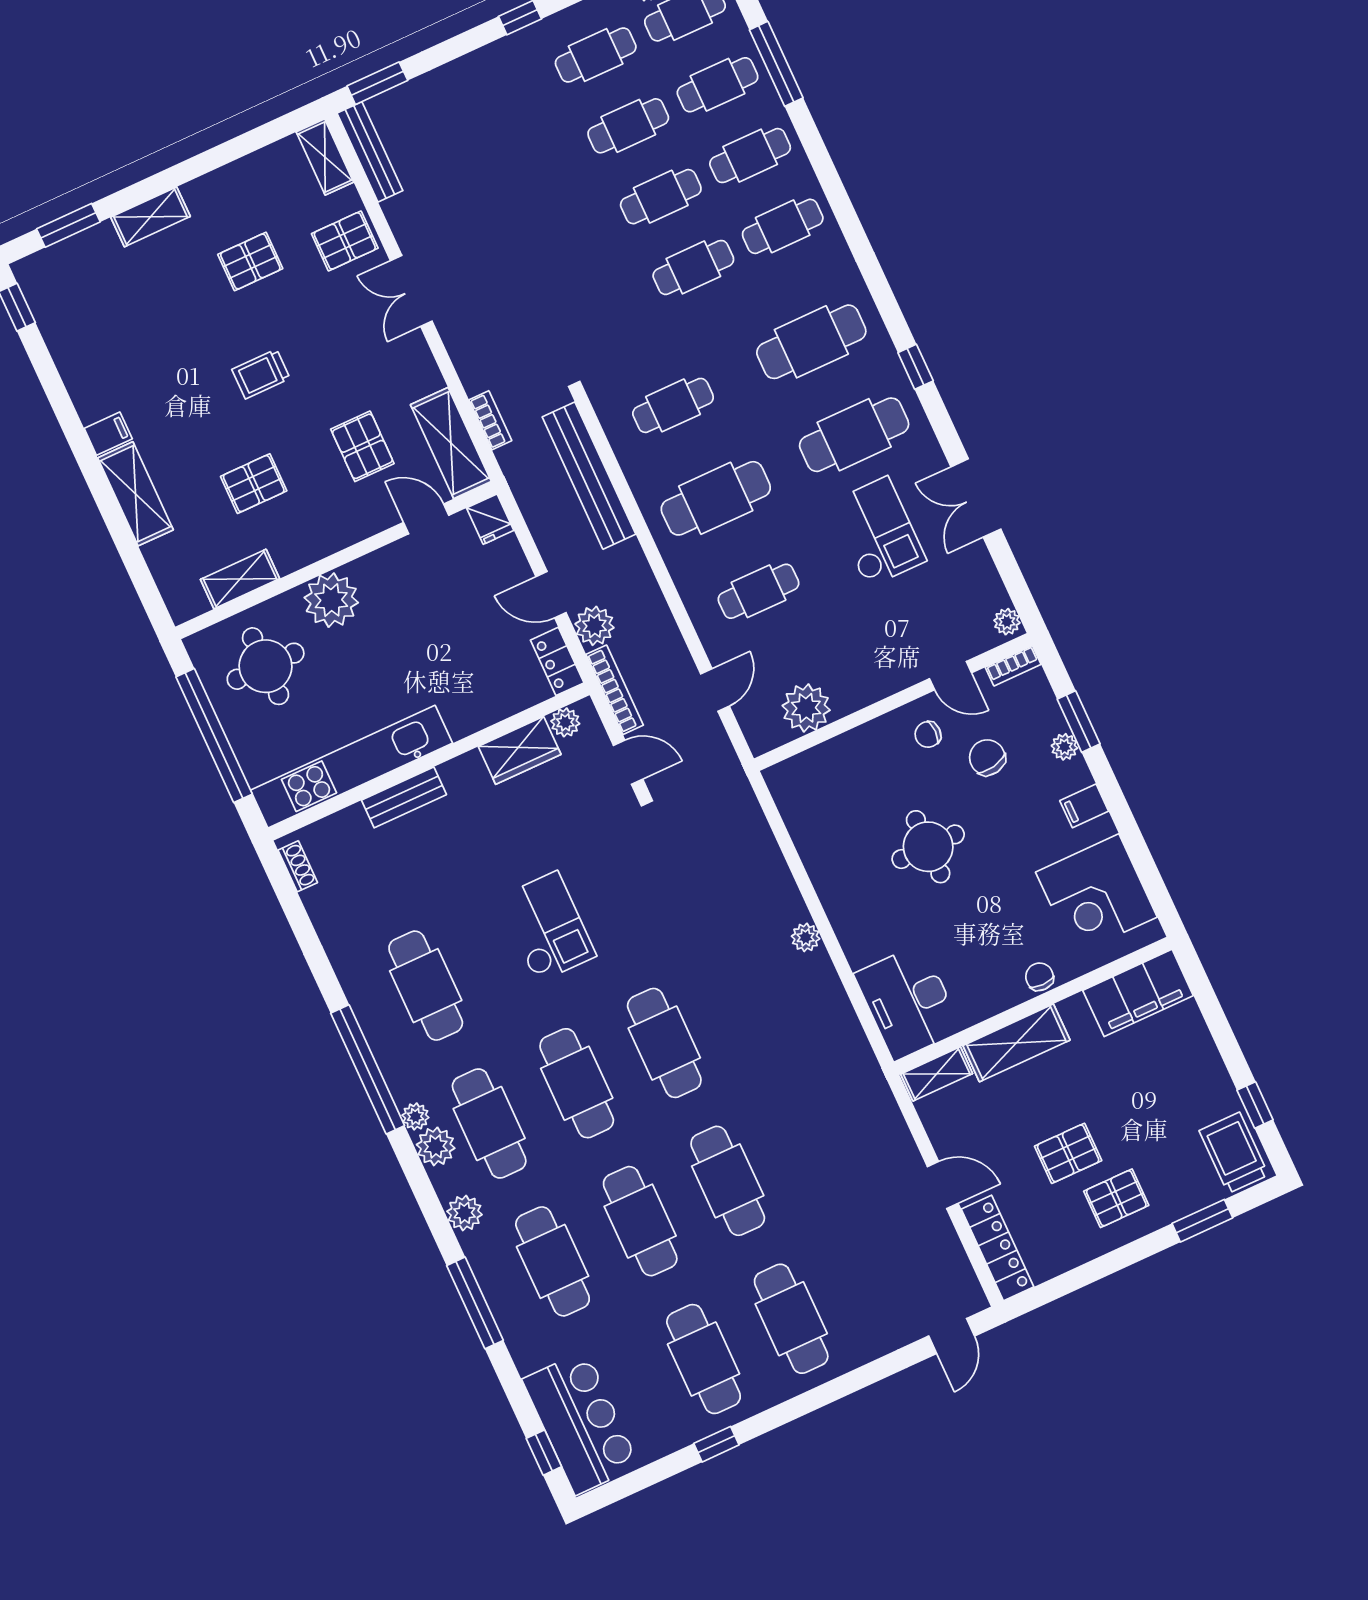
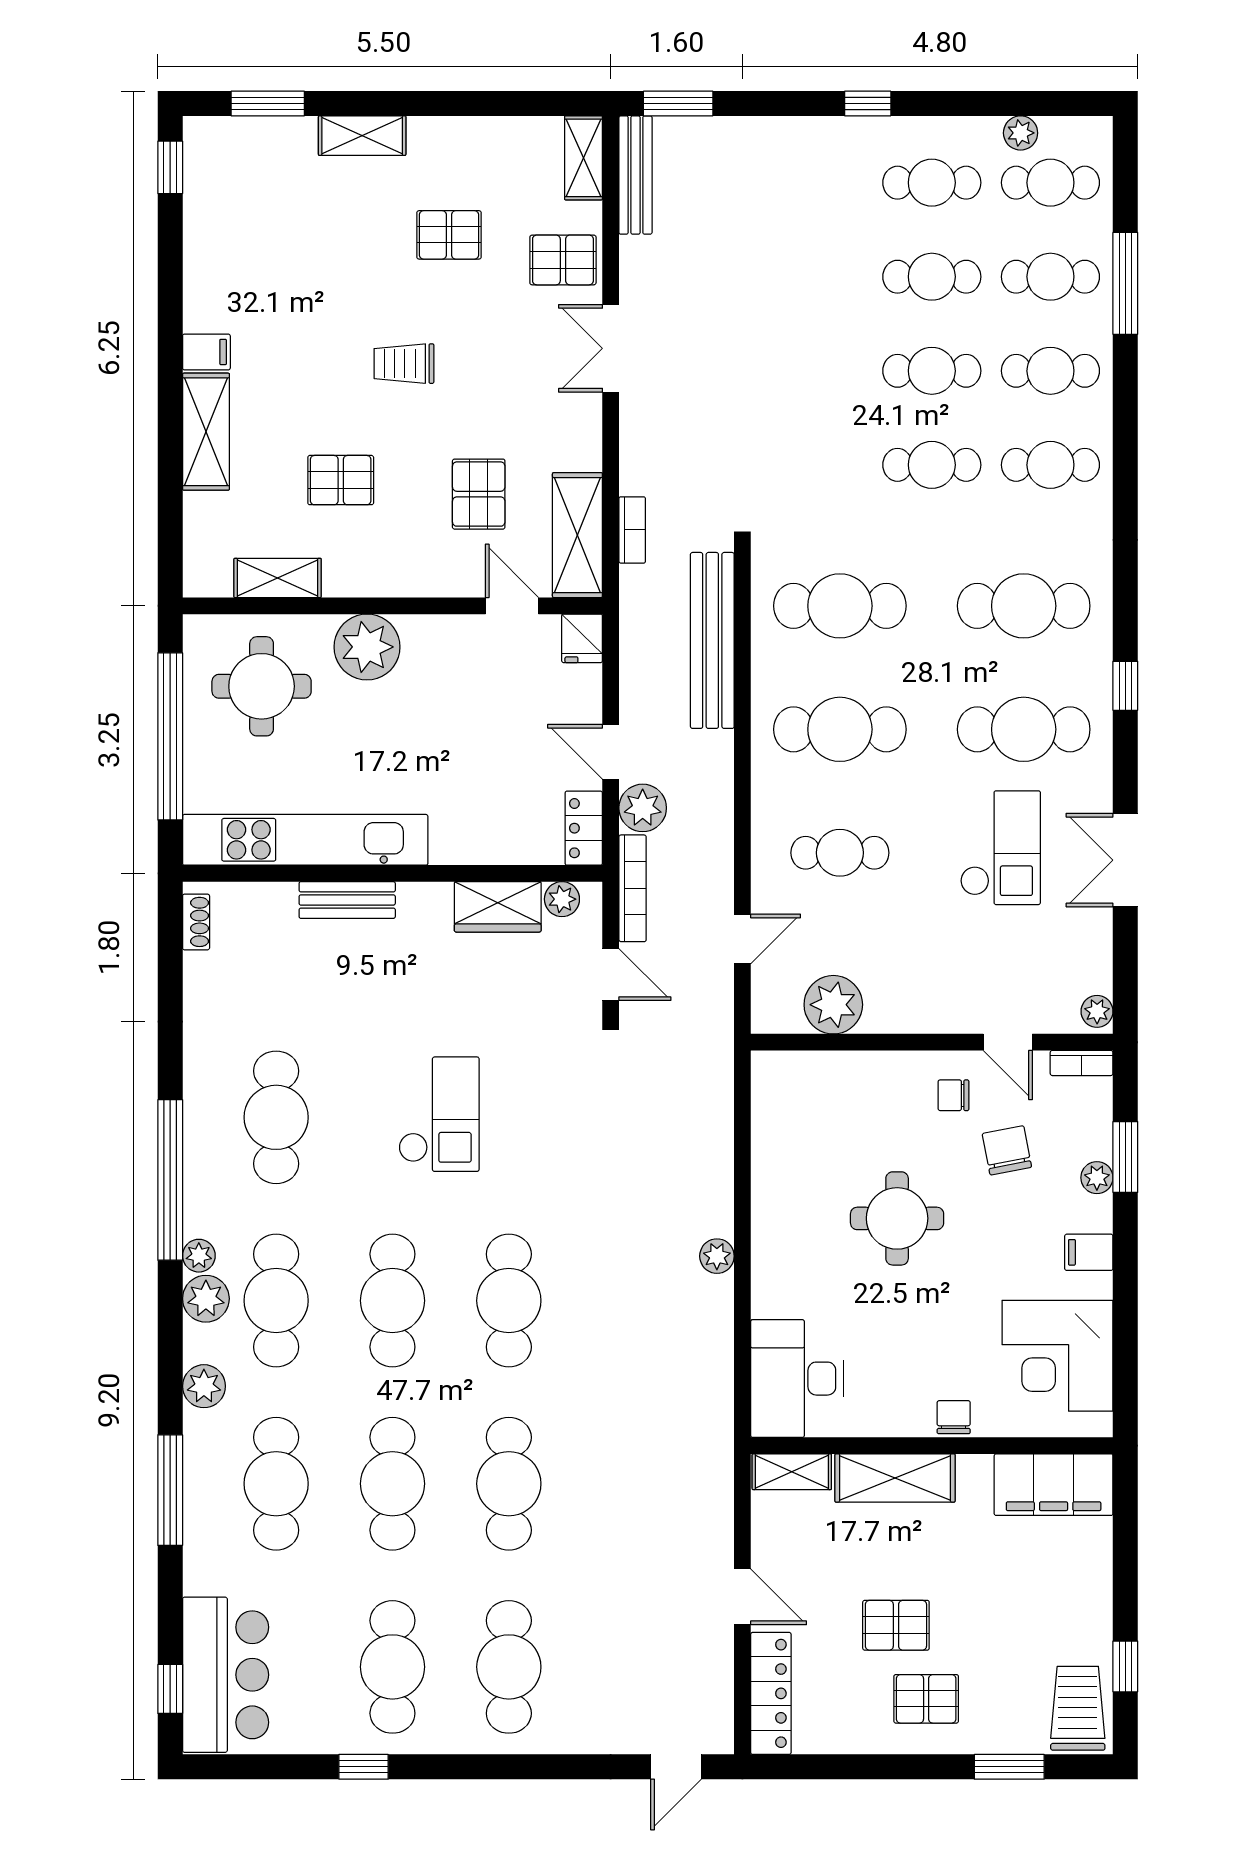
cafe table: (673, 405) -> (840, 606), width x1.37, depth x1.35

